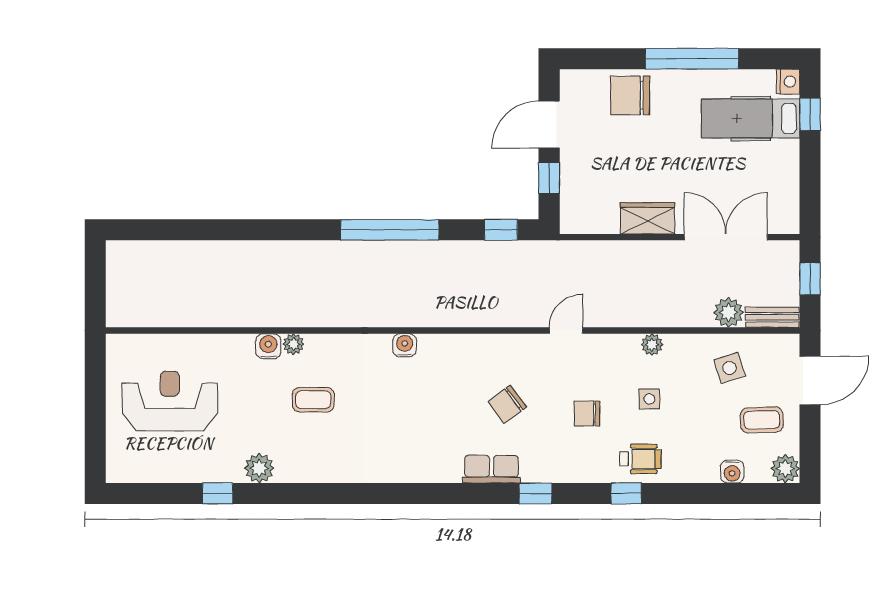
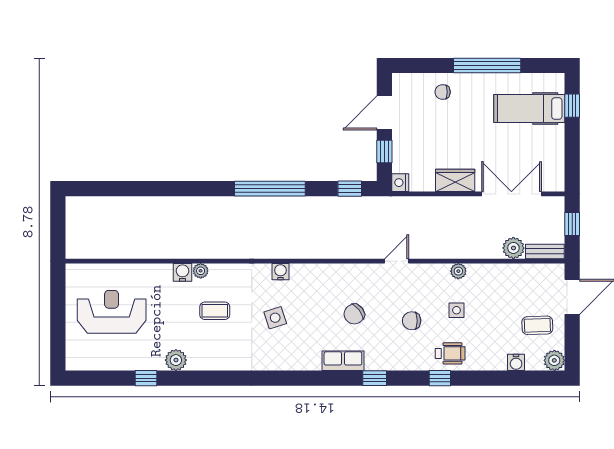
nightstand: (788, 82) -> (400, 183), moved, turned 180
chair: (630, 95) -> (443, 92), width x0.54, depth x0.54
side table: (730, 368) -> (275, 318), moved

